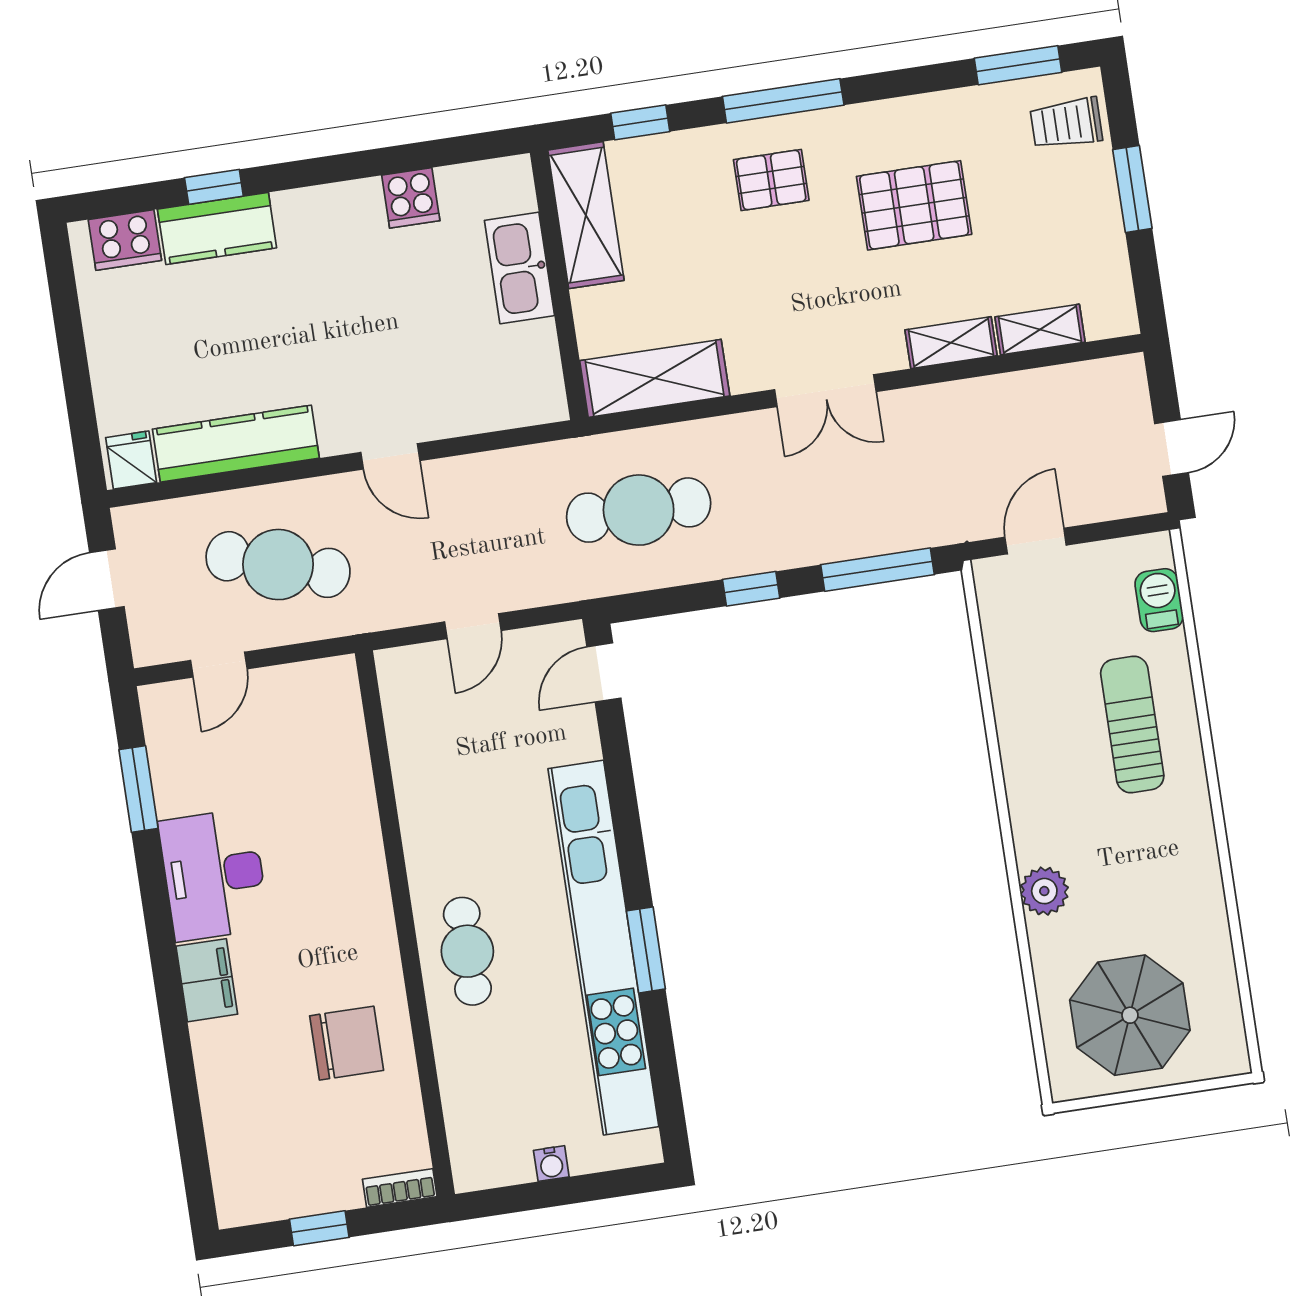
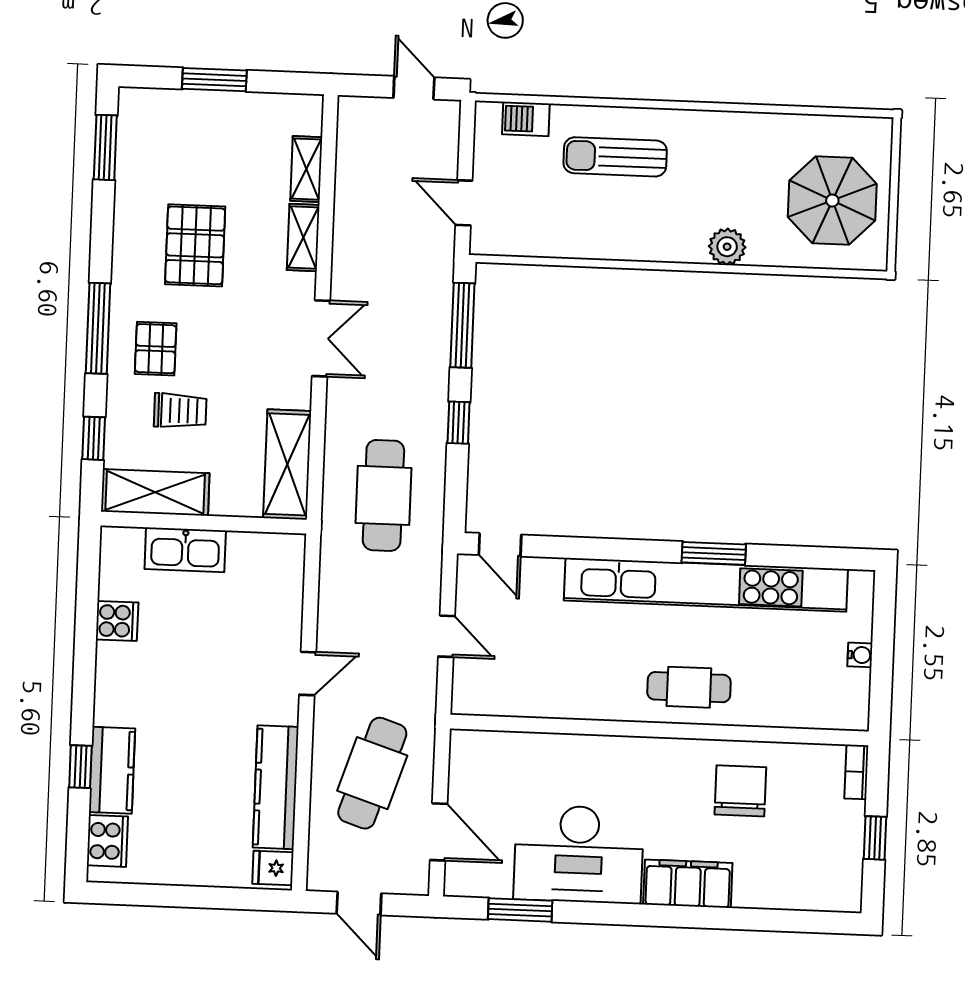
trolley: (1066, 123) -> (180, 411), moved, turned -90
door: (219, 665) -> (439, 832), width x1.38
desk: (214, 875) -> (579, 854), width x1.36, depth x1.30
filing cabinet: (207, 980) -> (688, 884), width x1.50, depth x1.17

